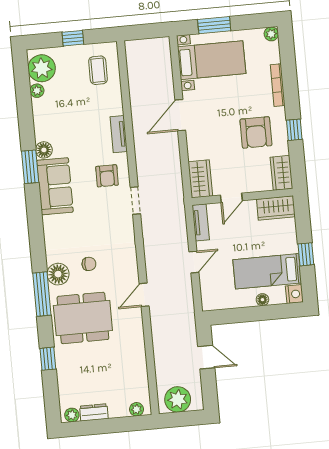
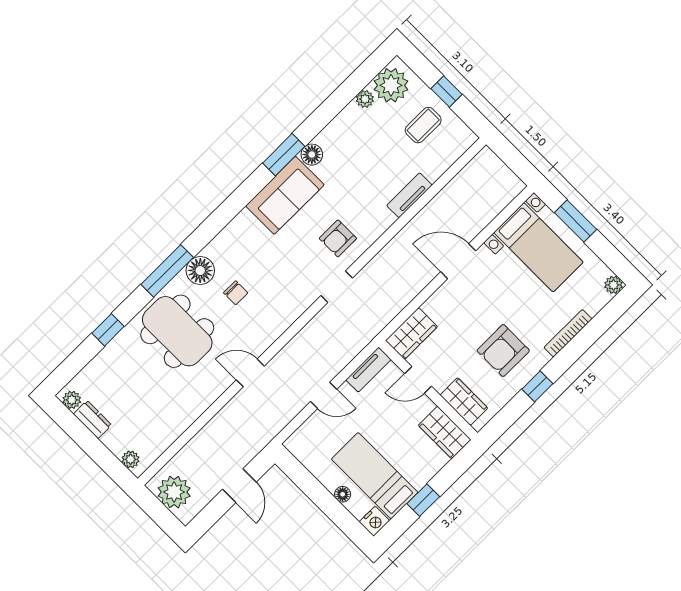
coffee table: (98, 70) -> (423, 125), moved
tv unit: (119, 134) -> (409, 195), moved
wardrobe: (281, 173) -> (464, 402), moved, turned 90

